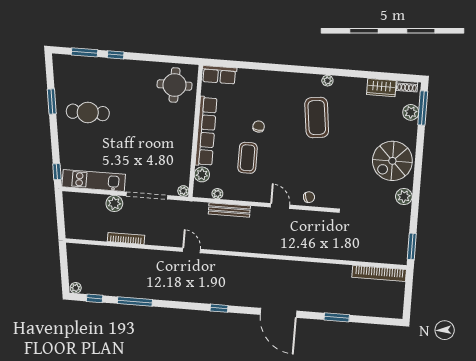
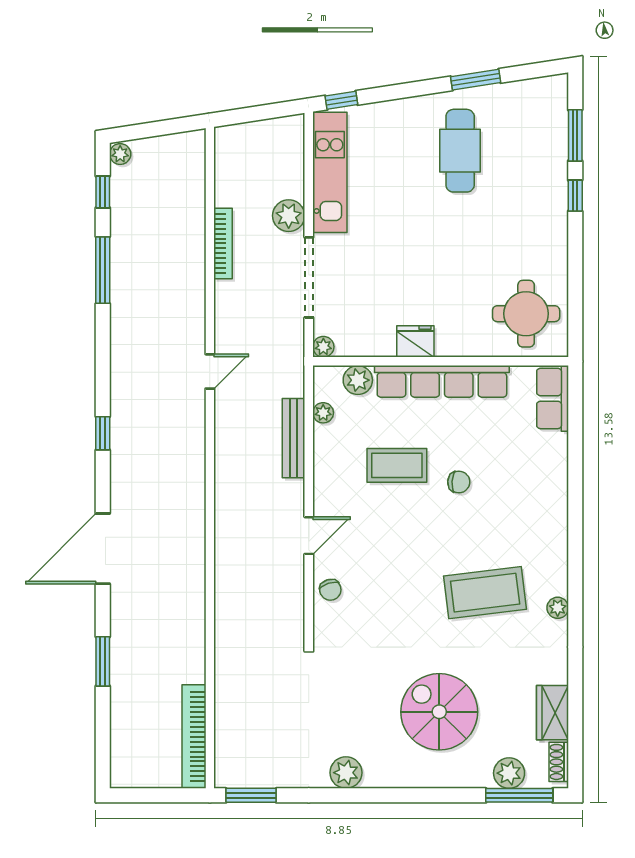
fridge: (184, 143) -> (415, 341), added
spiral stairs: (392, 161) -> (439, 712), moved

